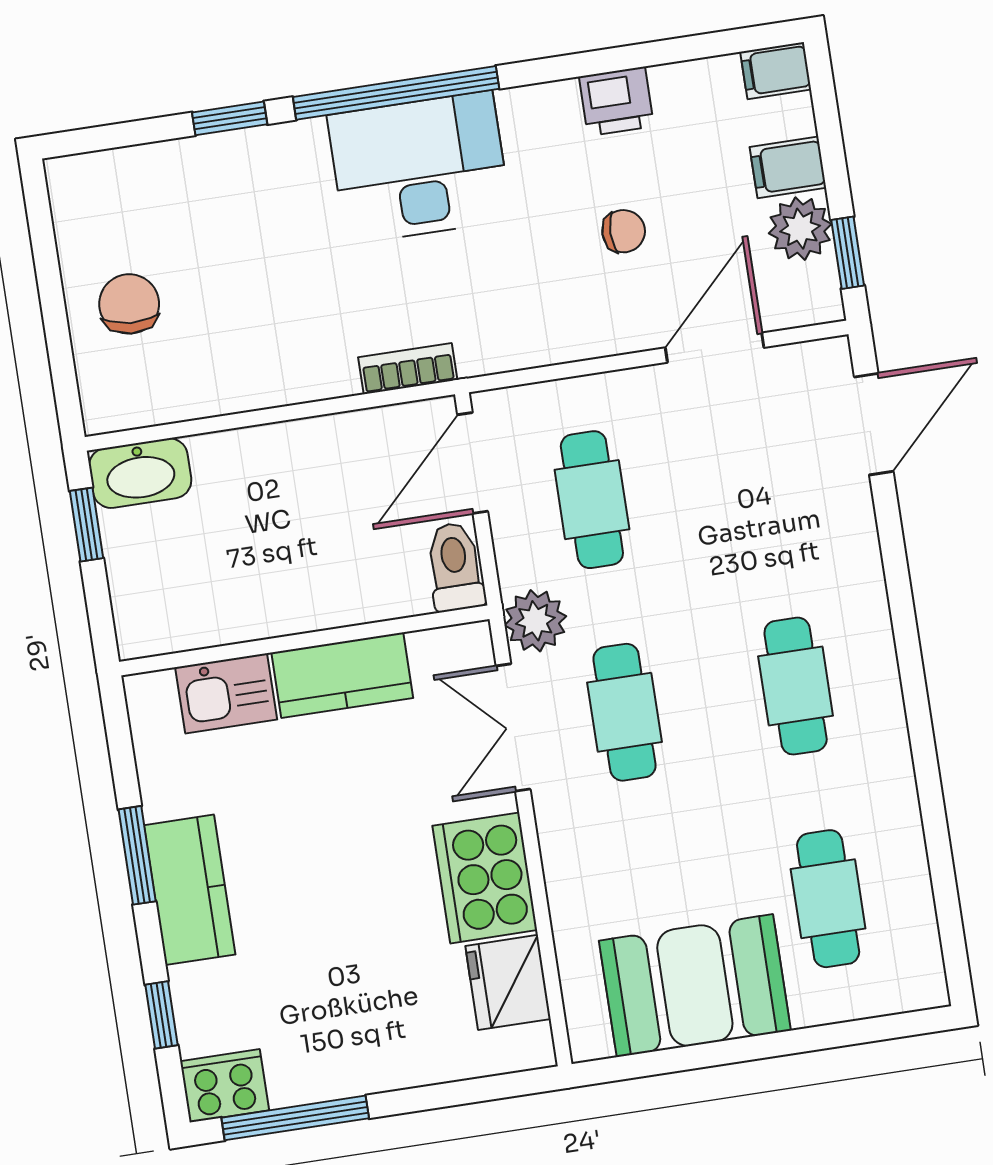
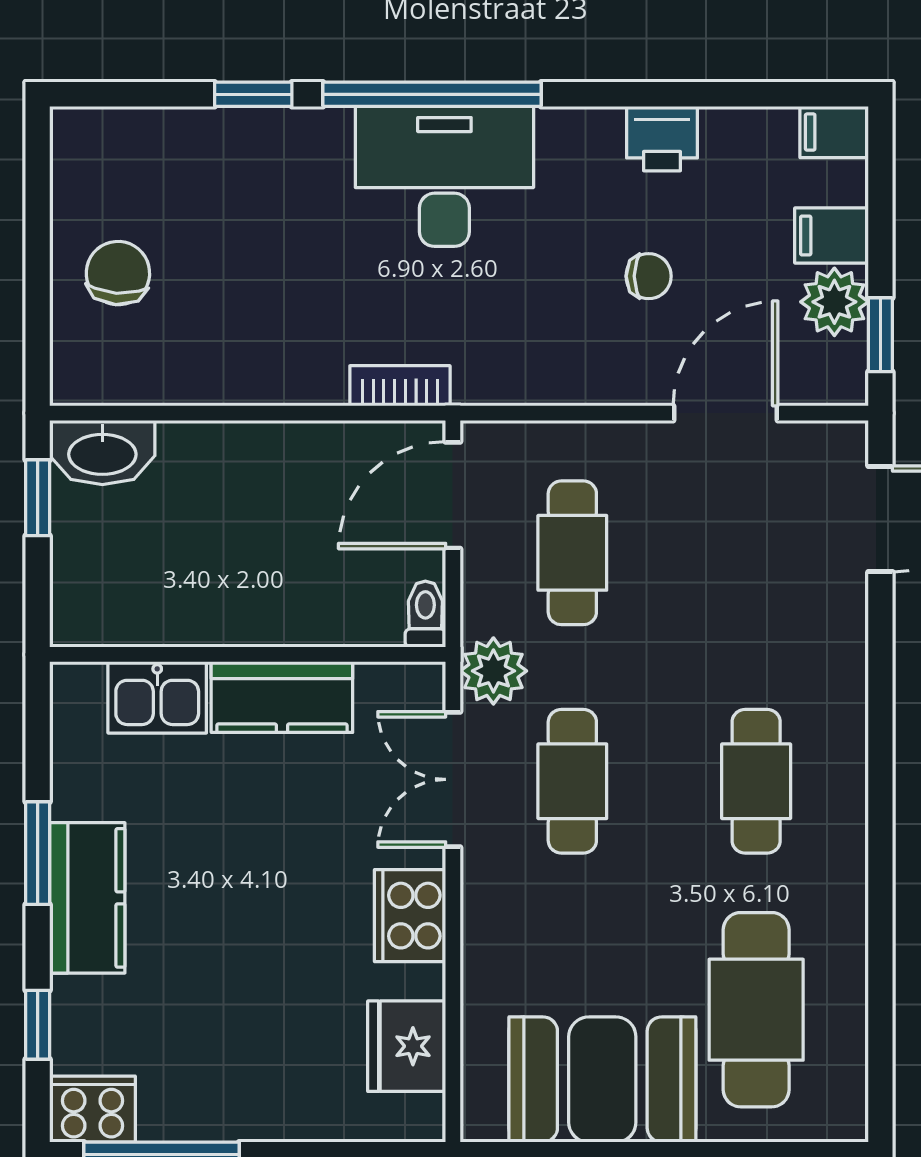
toilet: (455, 567) -> (425, 614), width x0.73, depth x0.72
cooker: (485, 878) -> (410, 916), width x0.73, depth x0.76
cafe table: (828, 899) -> (756, 1010), width x1.37, depth x1.35

